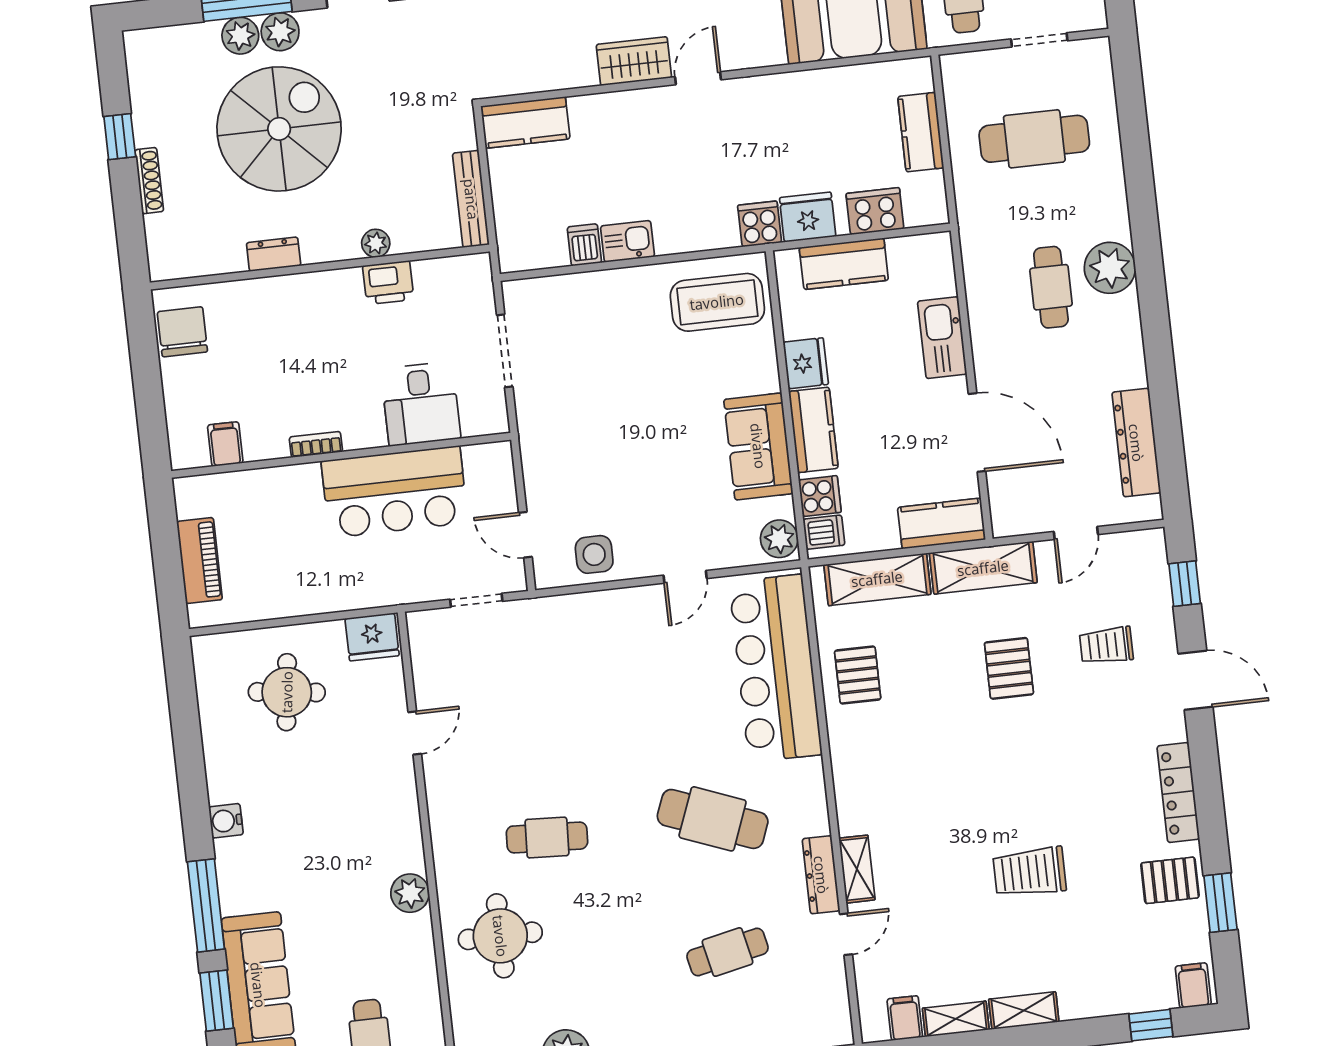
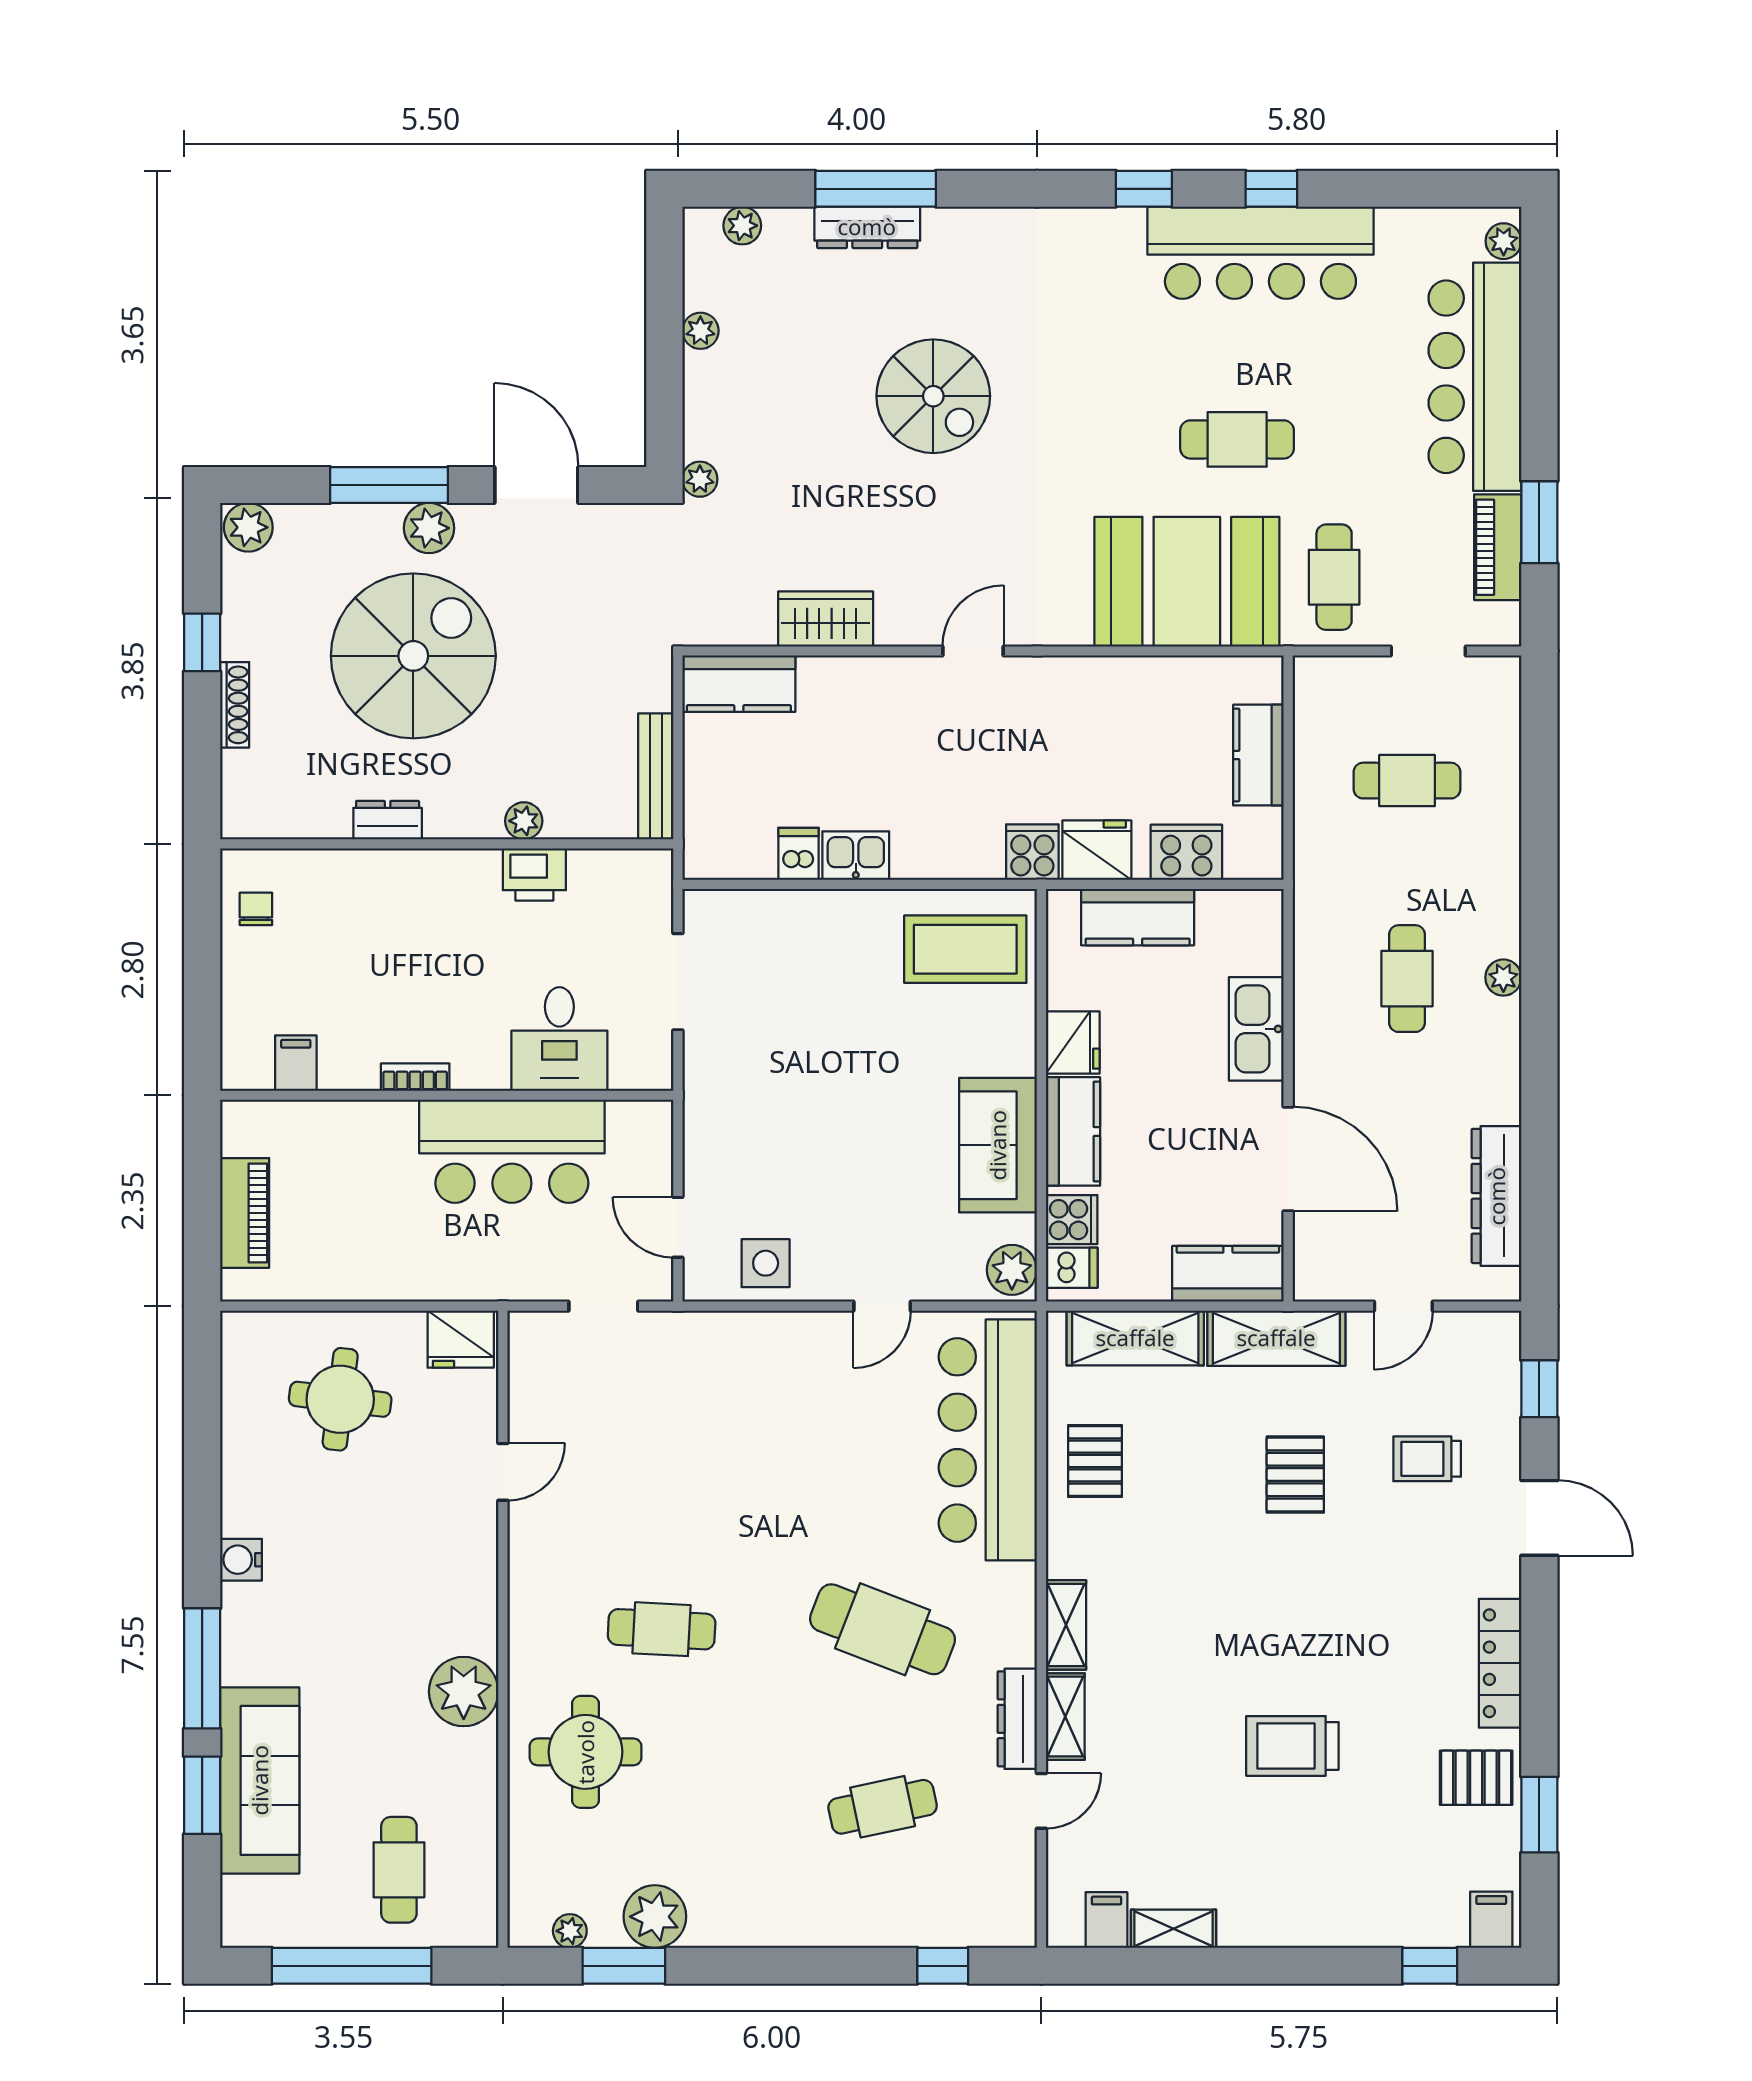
plant: (240, 36) -> (248, 527), moved
wardrobe: (634, 61) -> (826, 619), moved
cafe table: (1034, 139) -> (1407, 781), width x0.73, depth x0.74
plant: (1110, 268) -> (1503, 978), width x0.53, depth x0.53
chair: (182, 332) -> (256, 909), width x0.54, depth x0.54
plant: (410, 893) -> (464, 1692), width x1.36, depth x1.36
shelving: (1024, 1011) -> (1066, 1625), moved, turned 90

